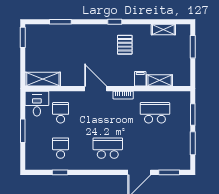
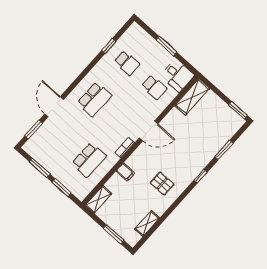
window: (115, 22) -> (200, 176), moved
shelving: (160, 80) -> (98, 199), moved

